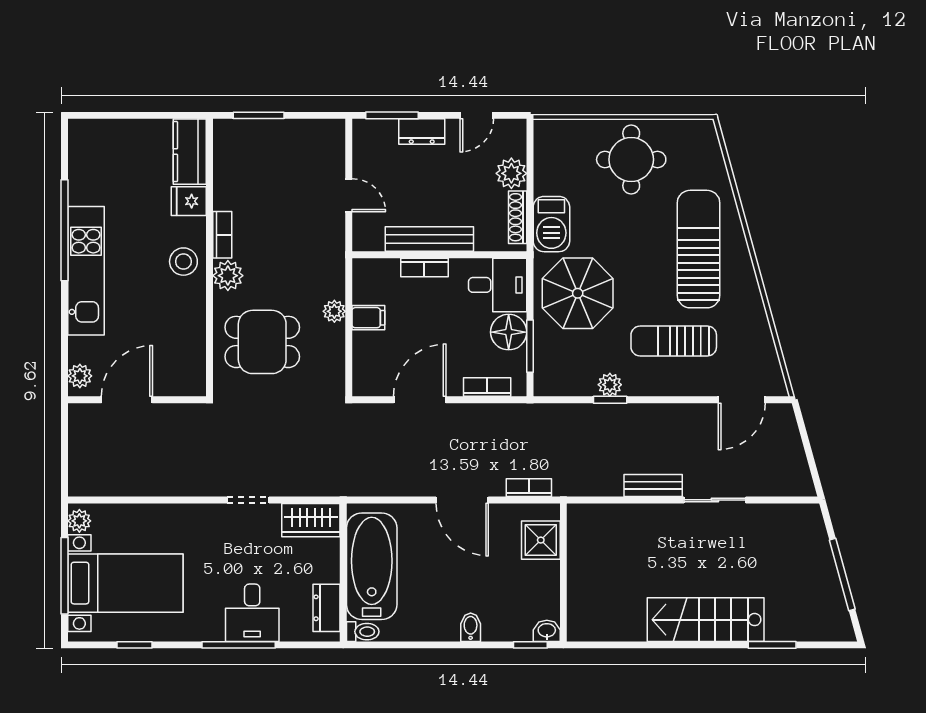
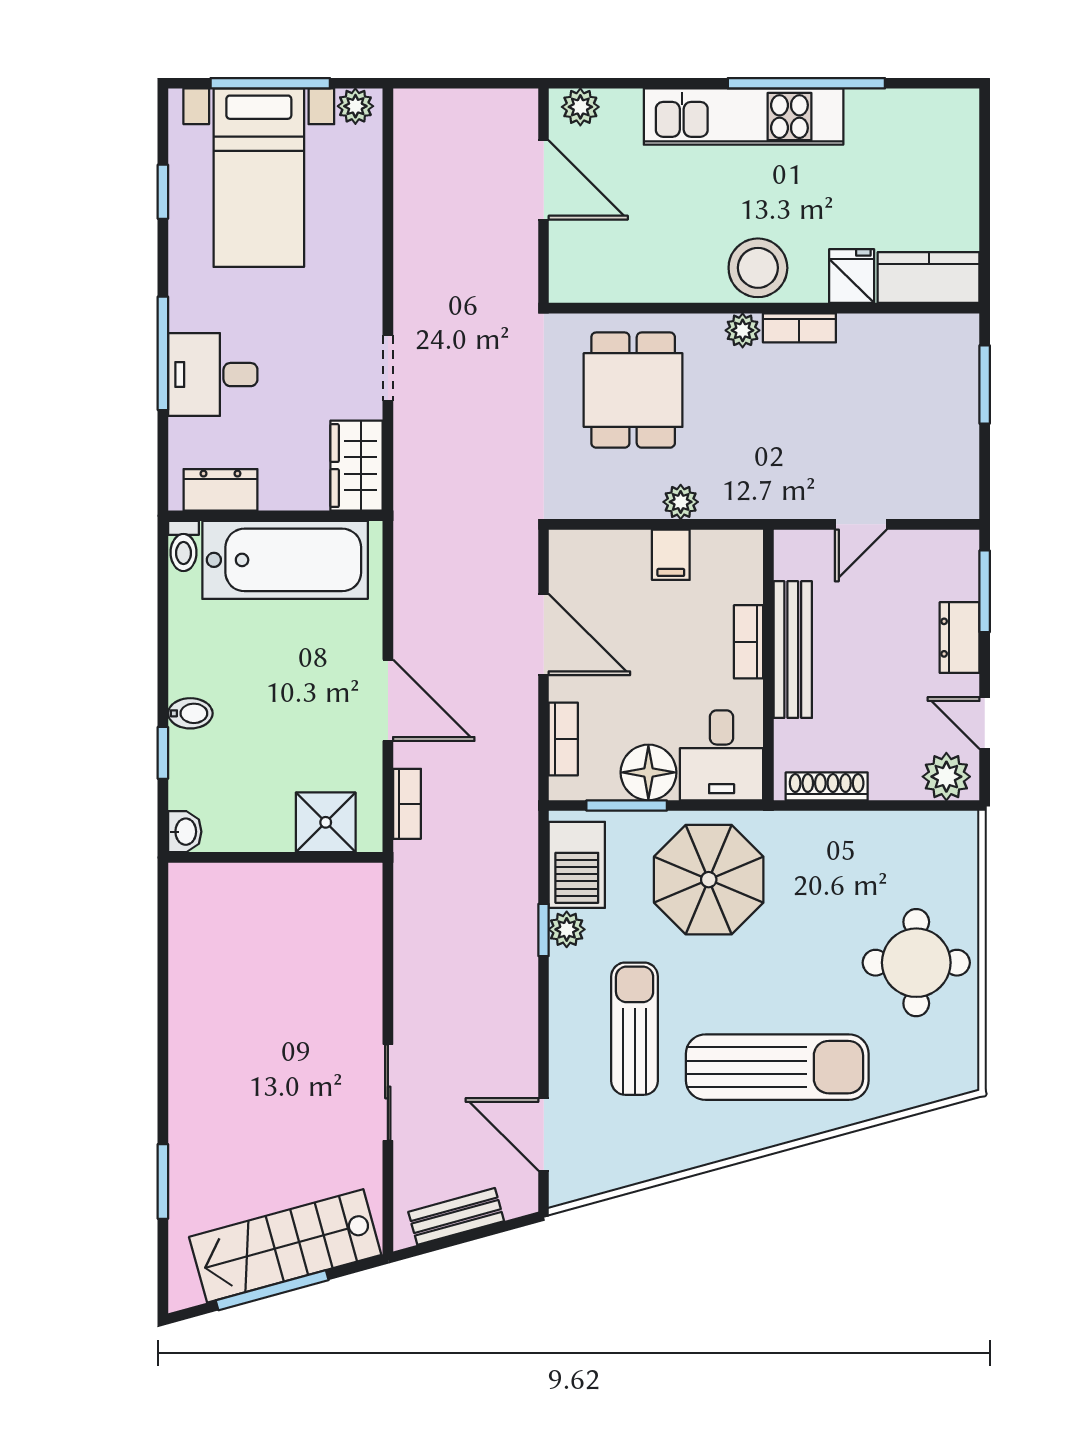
plant: (511, 173) -> (946, 777), moved
barbecue: (551, 224) -> (577, 865), moved, turned -90
stool: (183, 262) -> (758, 268), width x1.38, depth x1.38
plant: (228, 276) -> (743, 330), width x0.73, depth x0.73
bench: (653, 486) -> (456, 1216), moved, turned 75
door: (462, 500) -> (388, 700), swing flipped
stairs: (706, 620) -> (285, 1246), moved, turned -105
window: (530, 645) -> (163, 753), moved

